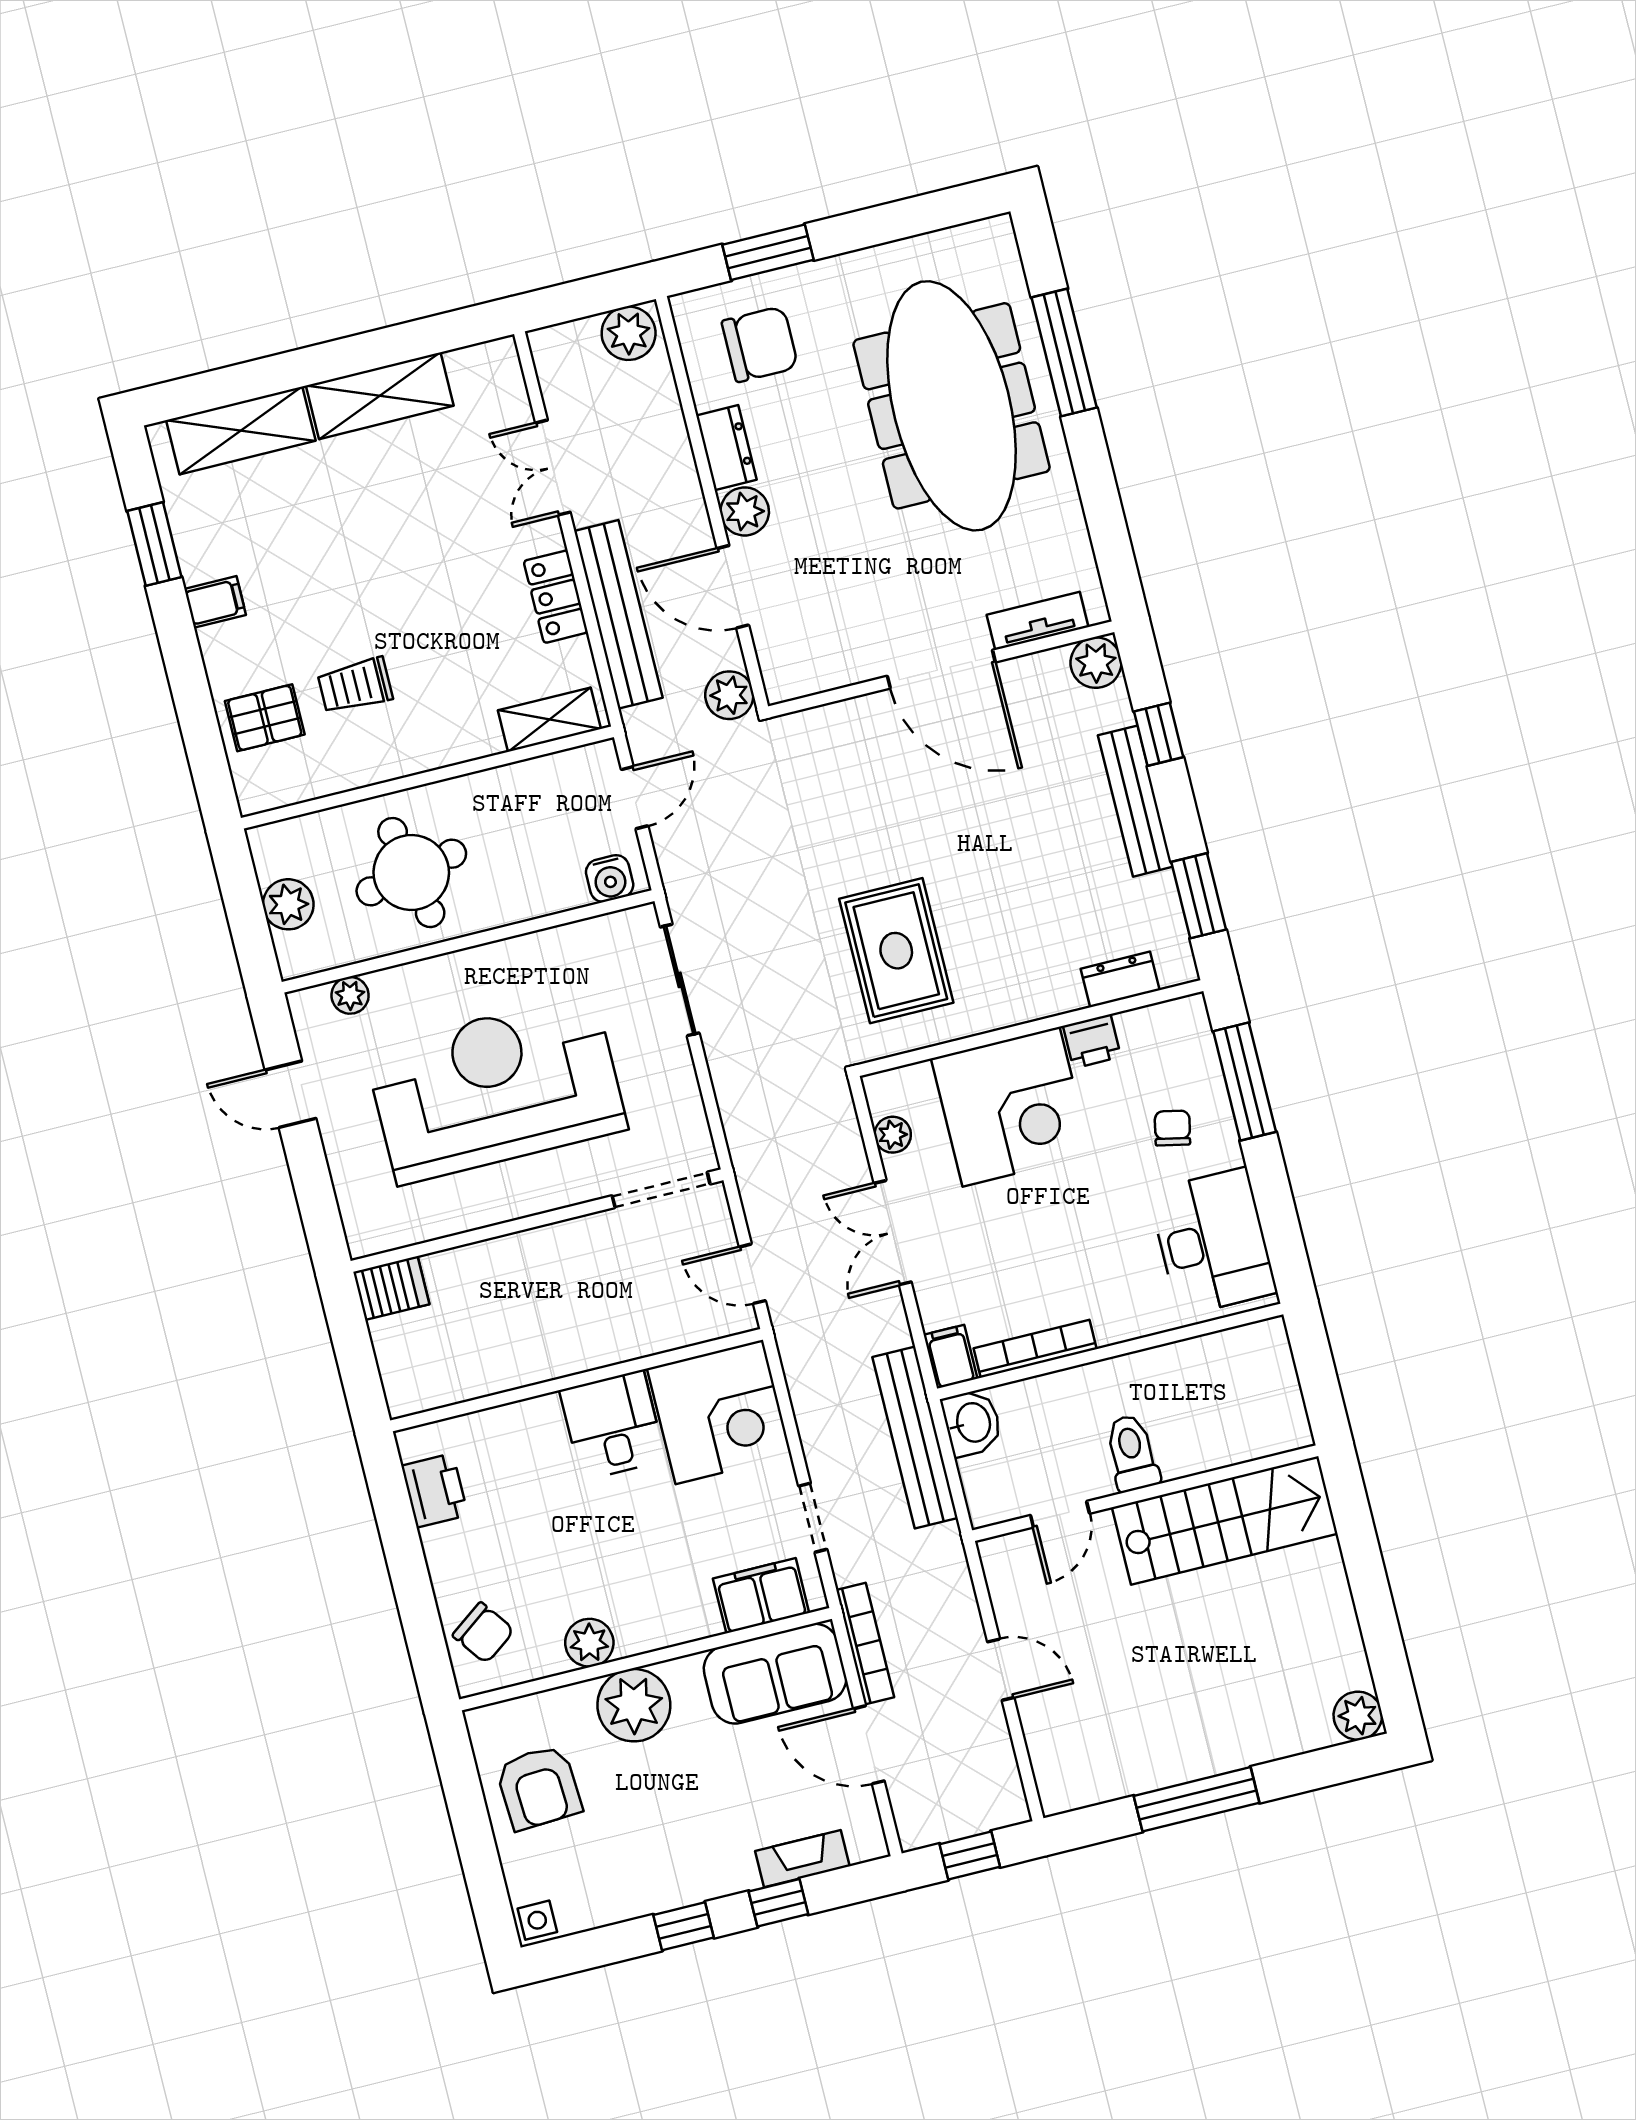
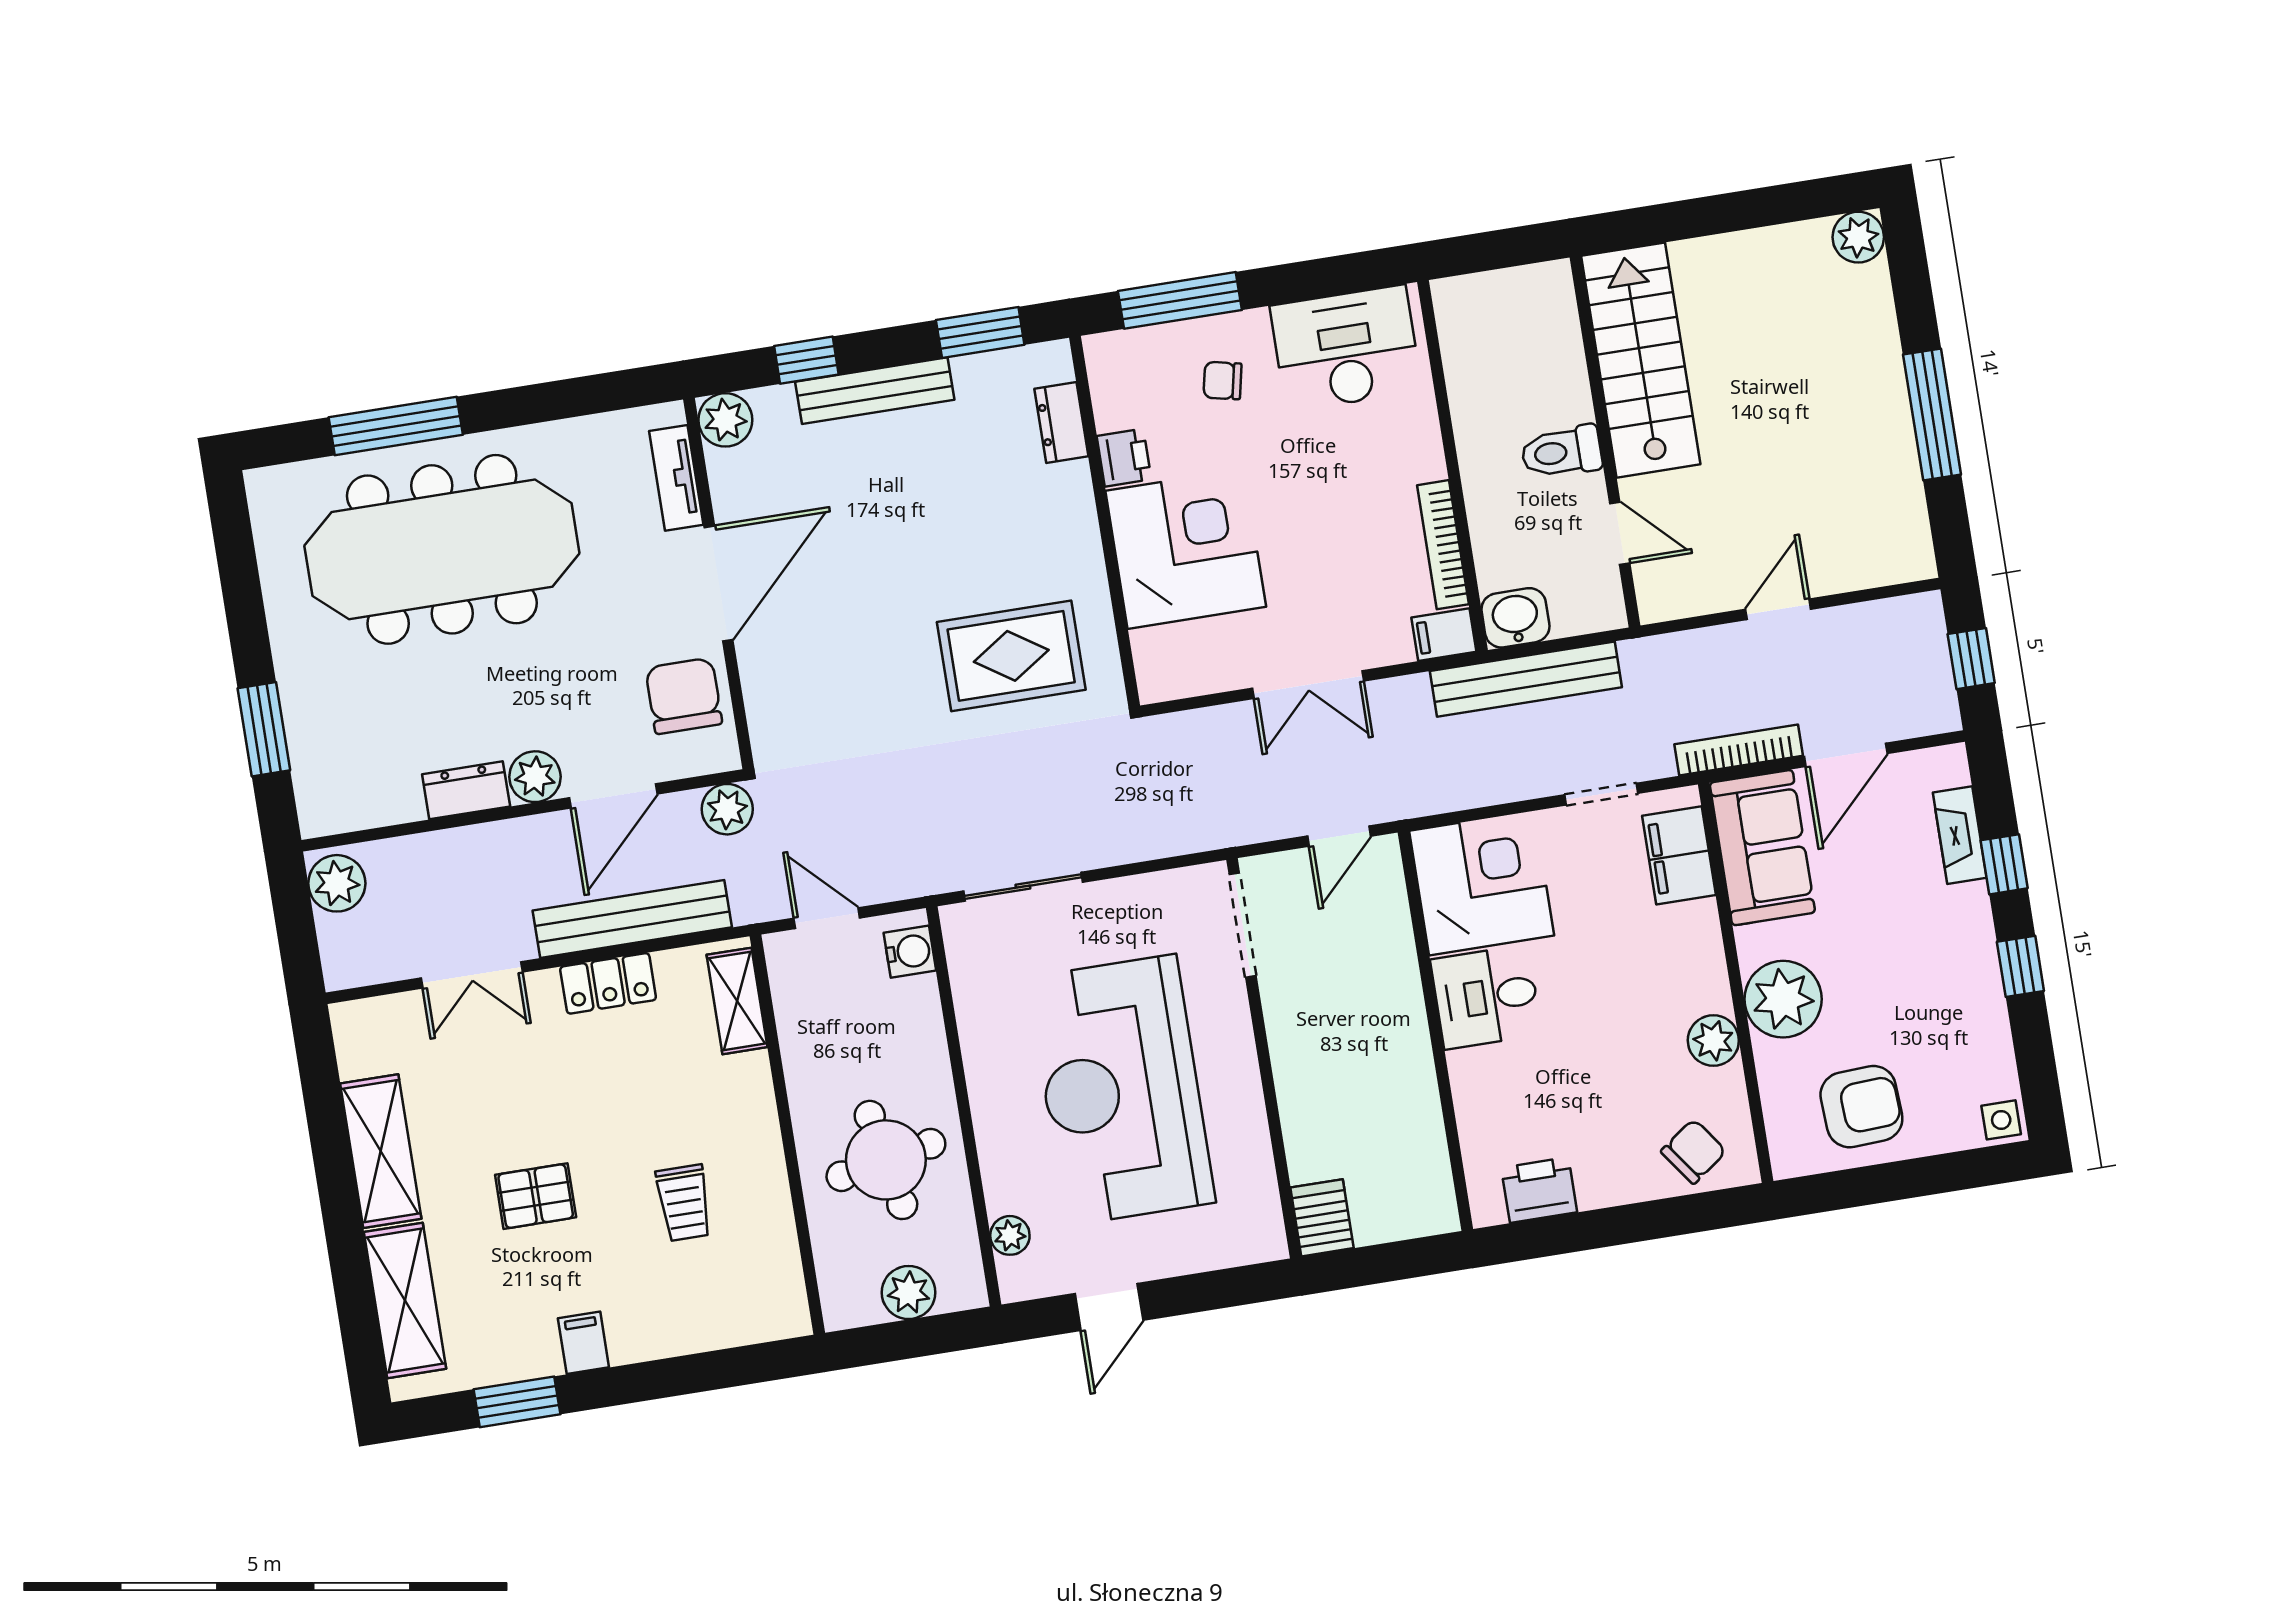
chair: (760, 344) -> (684, 696), moved
pallet: (265, 718) -> (536, 1196), moved, turned 90
plant: (893, 1135) -> (1205, 676), removed

